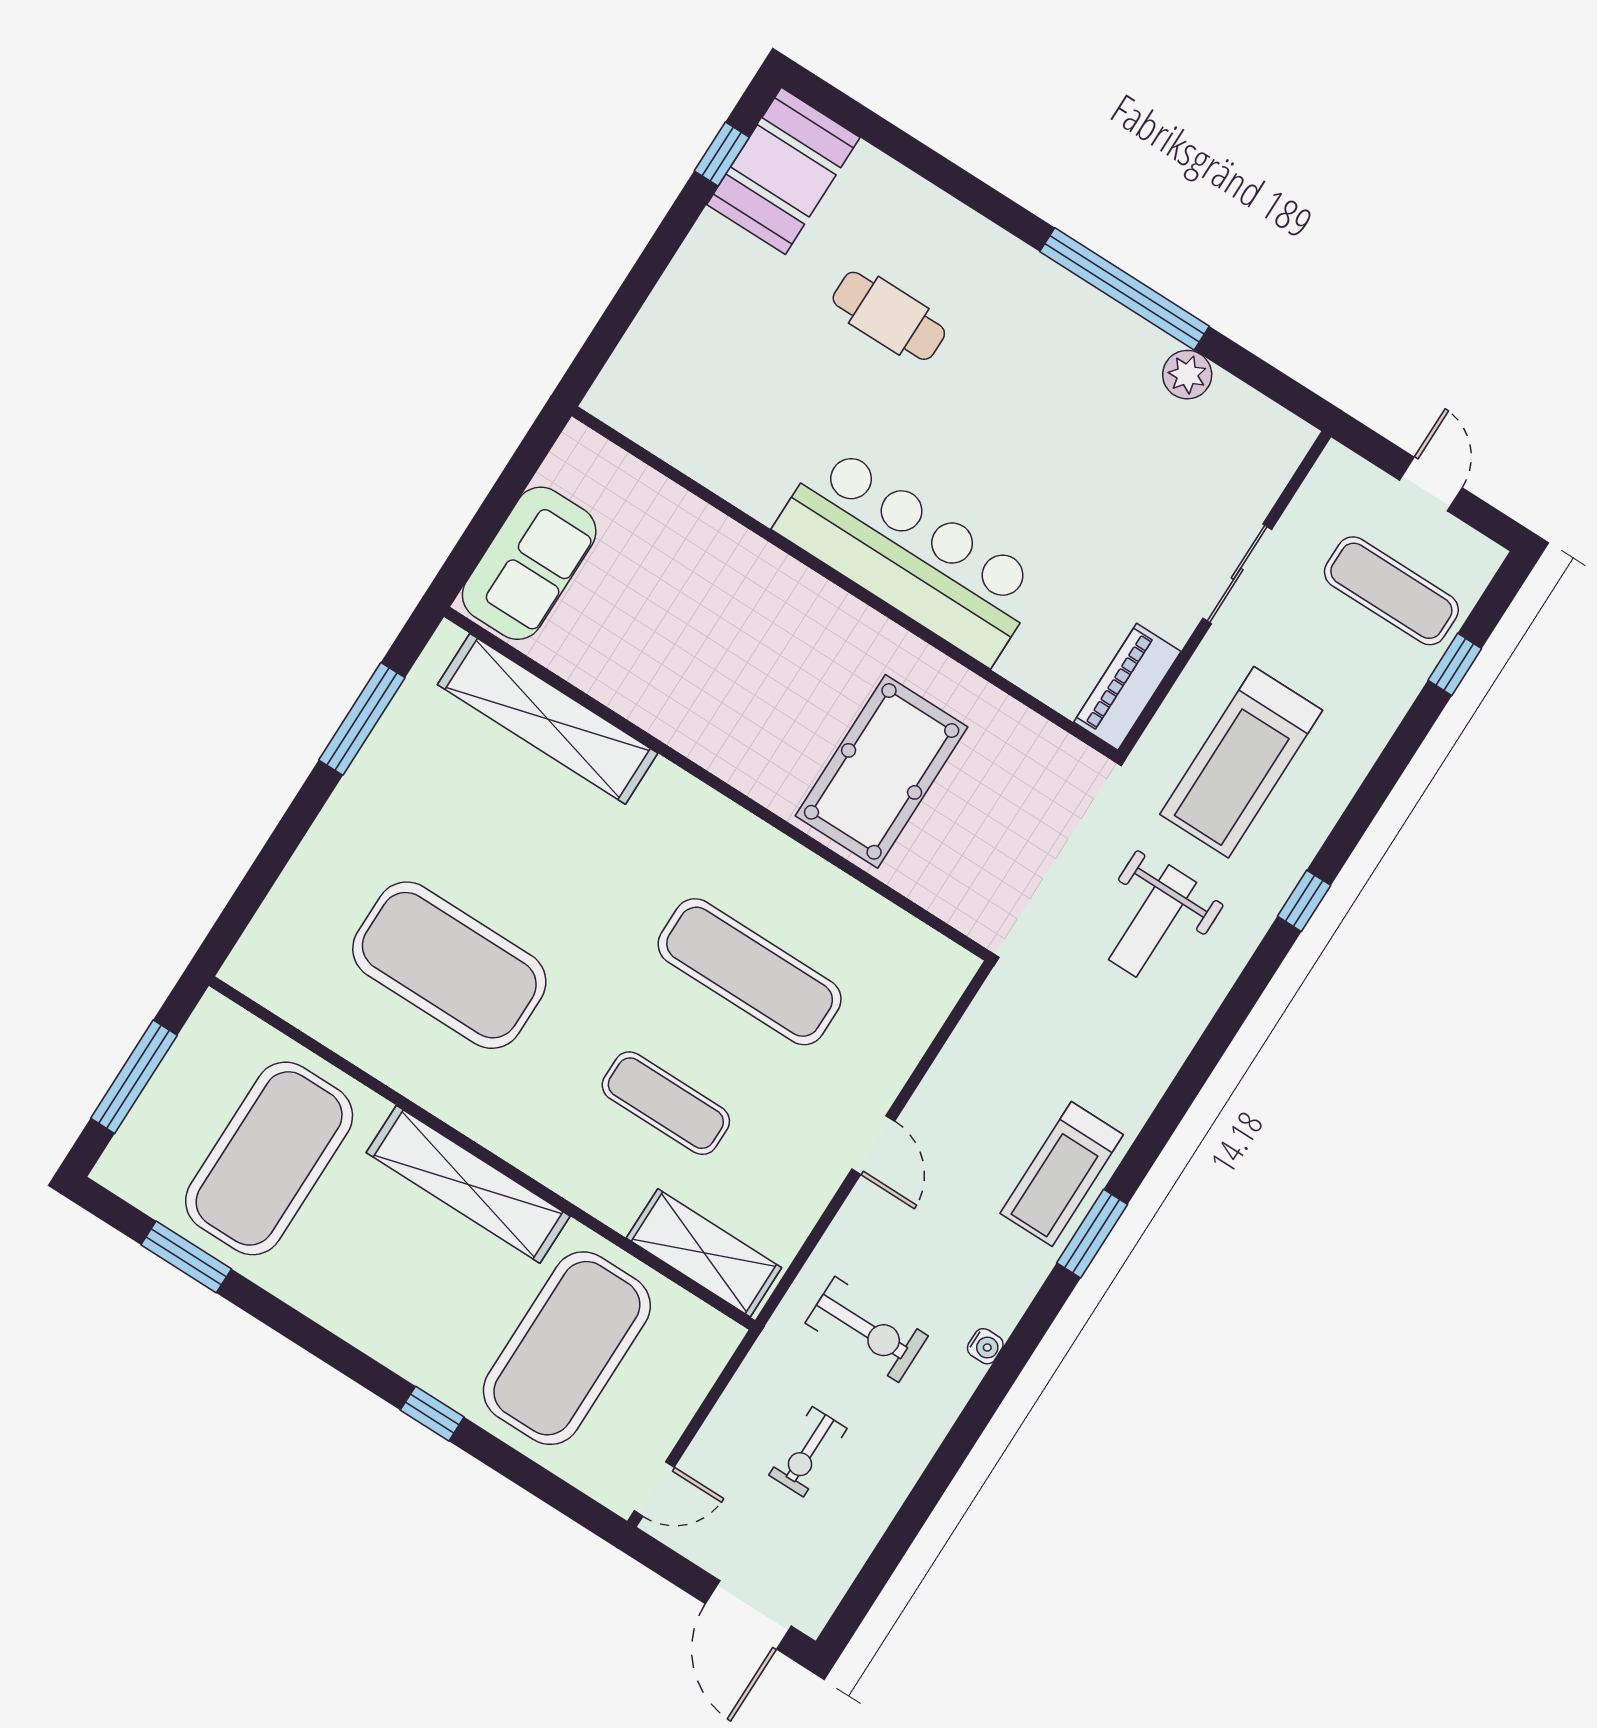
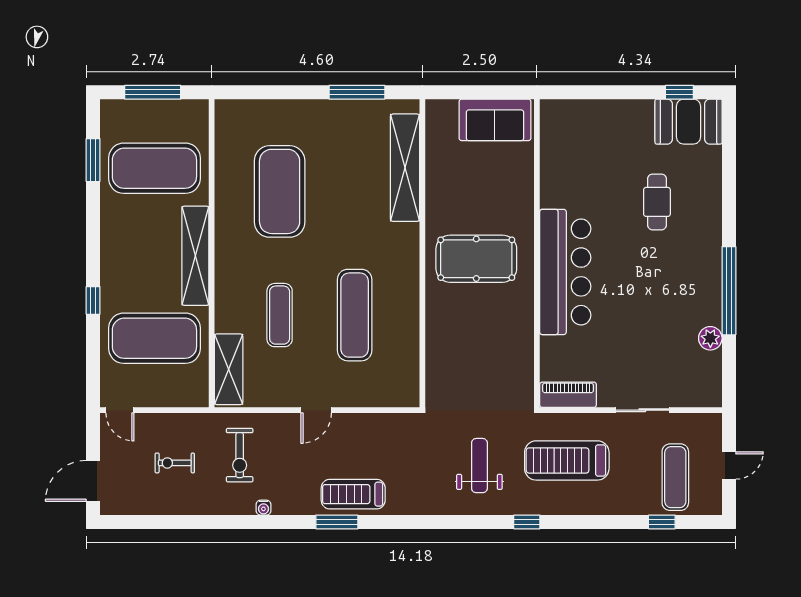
sofa: (529, 563) -> (495, 120), moved
pool table: (882, 771) -> (476, 259), moved
weight bench: (1153, 921) -> (479, 466), turned 90

